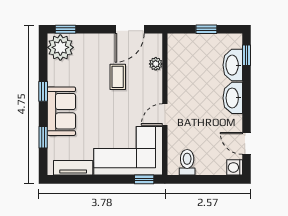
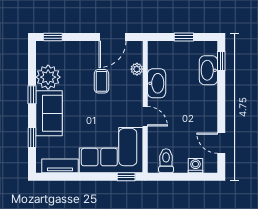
plant: (60, 47) -> (48, 77), moved
washbasin: (233, 98) -> (157, 83), moved, turned 180
door: (165, 114) -> (145, 116), swing flipped
washing machine: (235, 167) -> (195, 166), moved, turned 90

